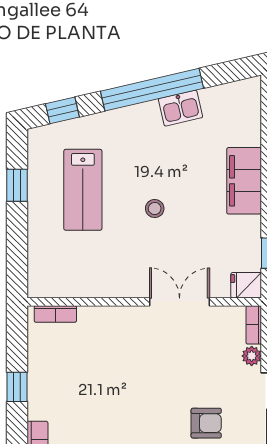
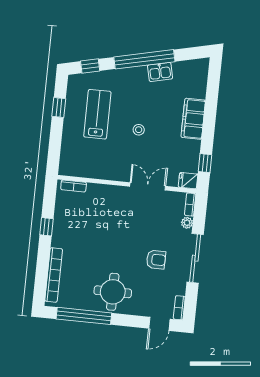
lab bench: (83, 190) -> (97, 114), turned 180

